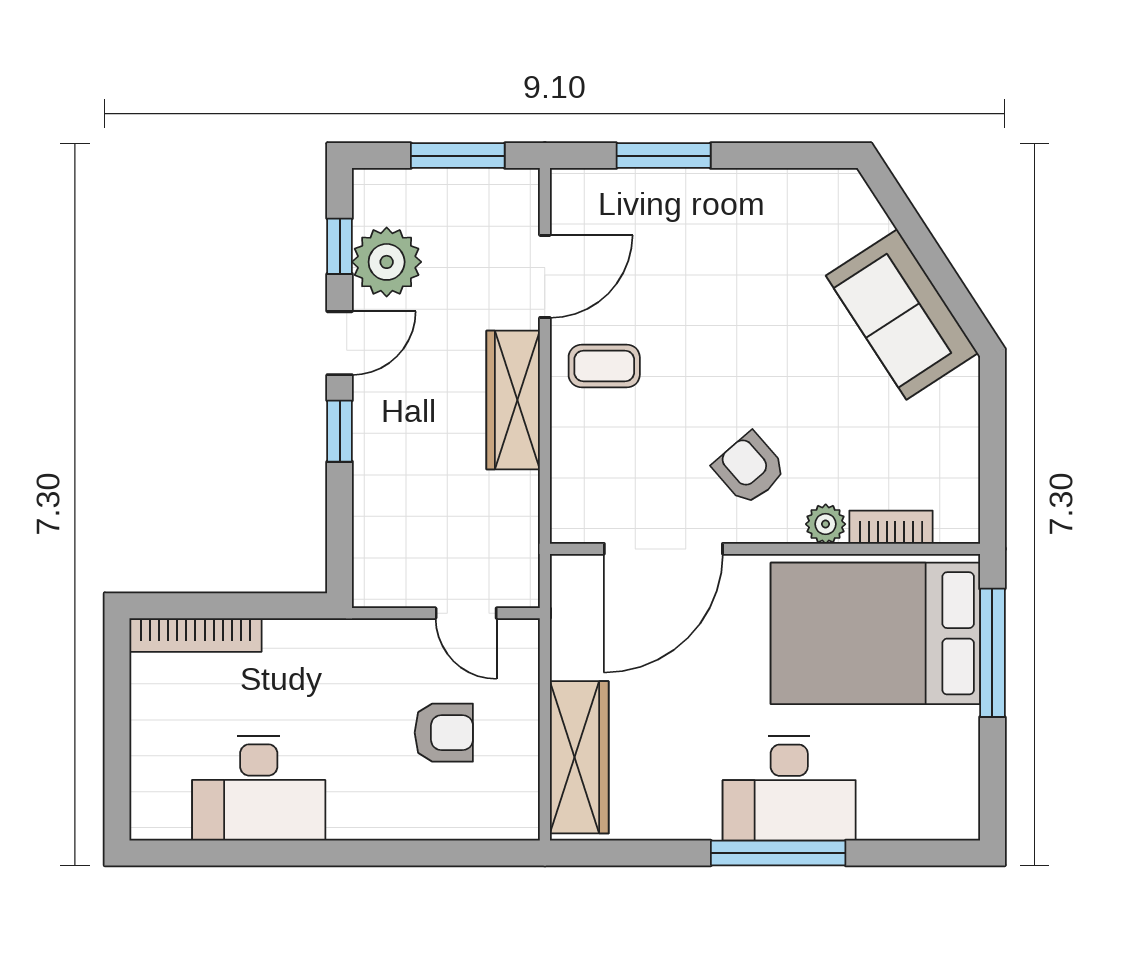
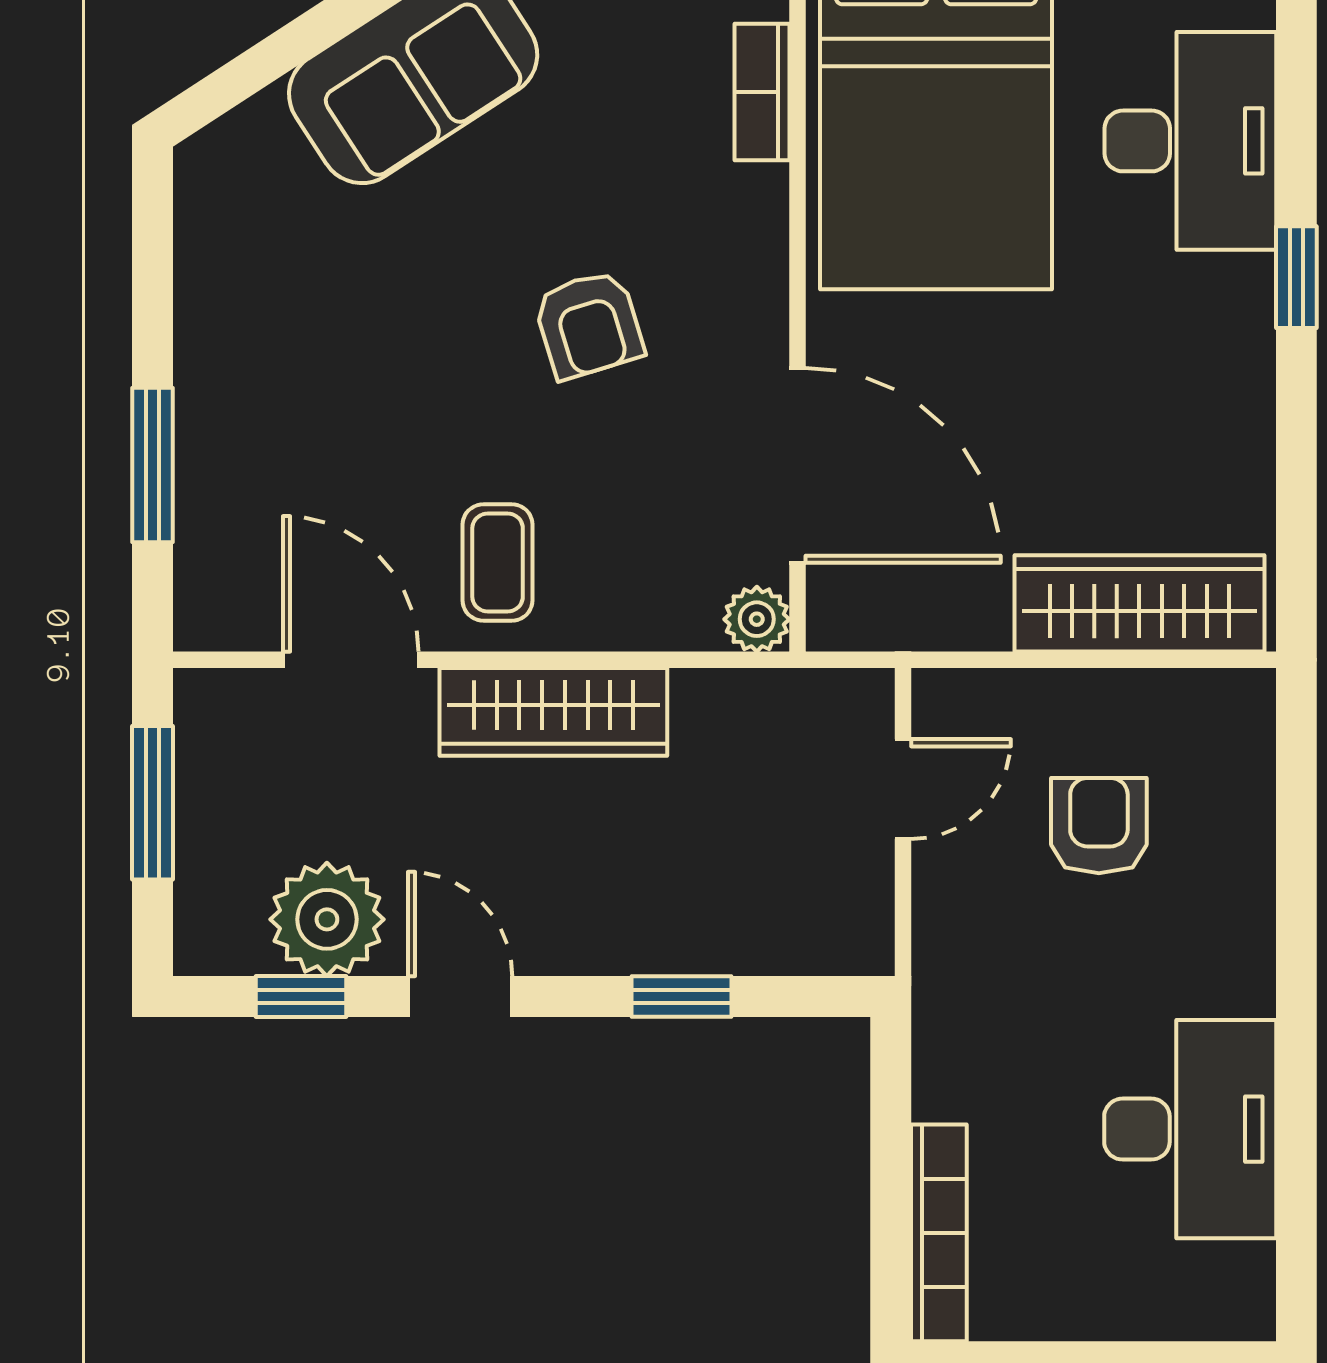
window: (340, 431) -> (682, 997), moved
armchair: (750, 468) -> (589, 324), moved, turned -66
plant: (826, 524) -> (757, 619), moved
desk: (789, 788) -> (1190, 141), moved
window: (778, 853) -> (1296, 277), width x0.46

